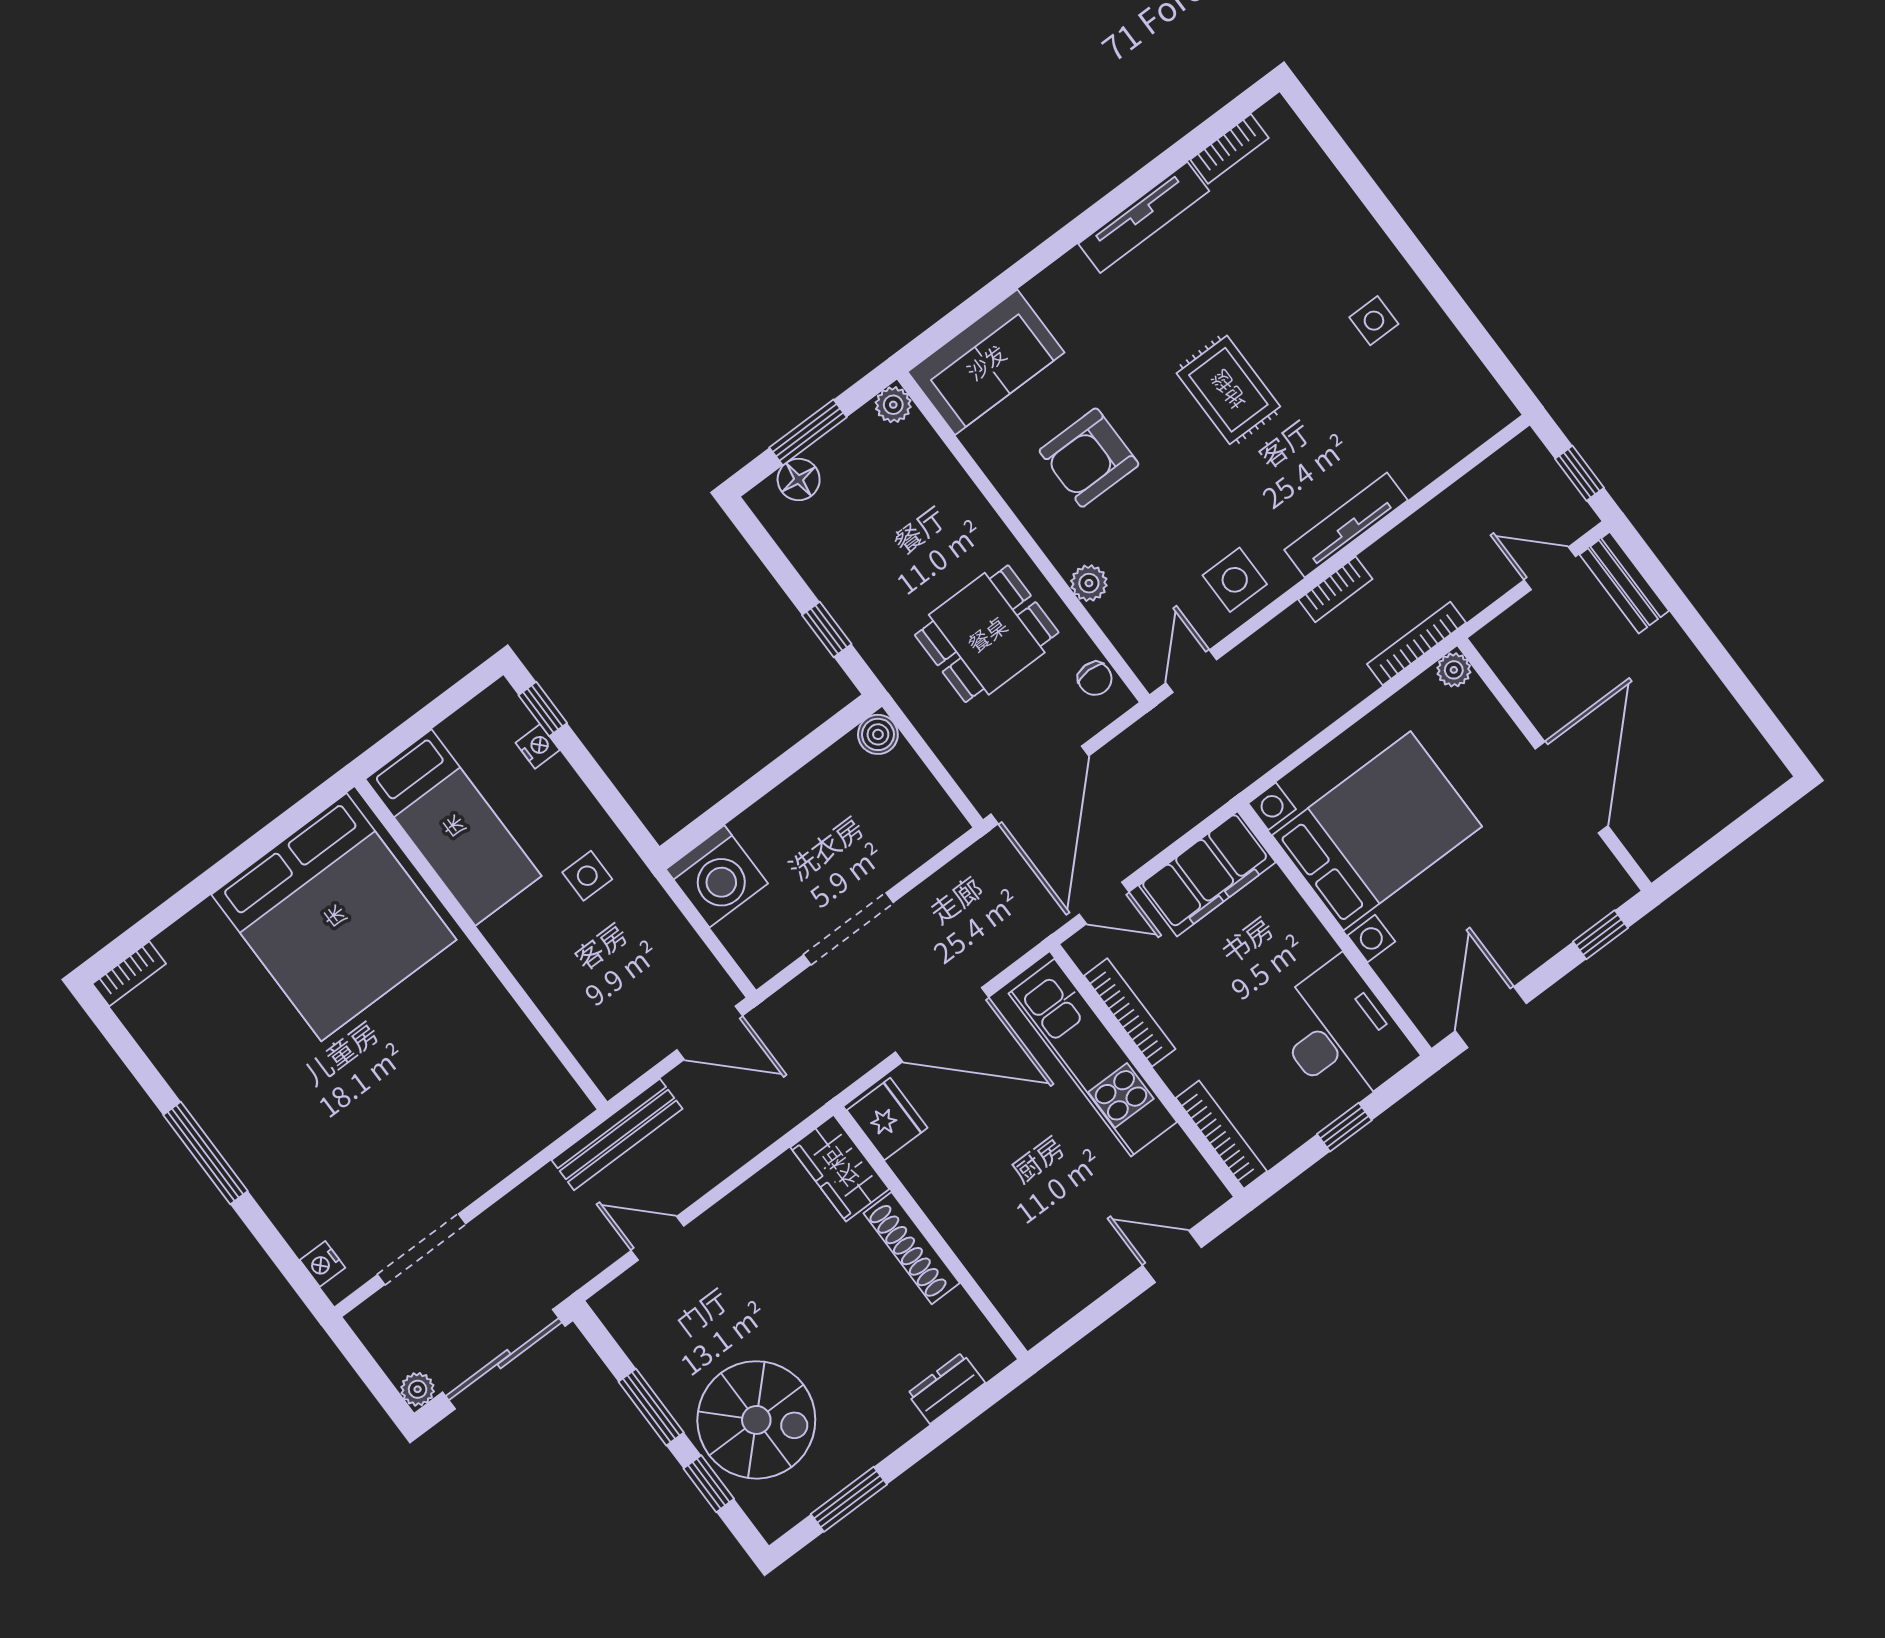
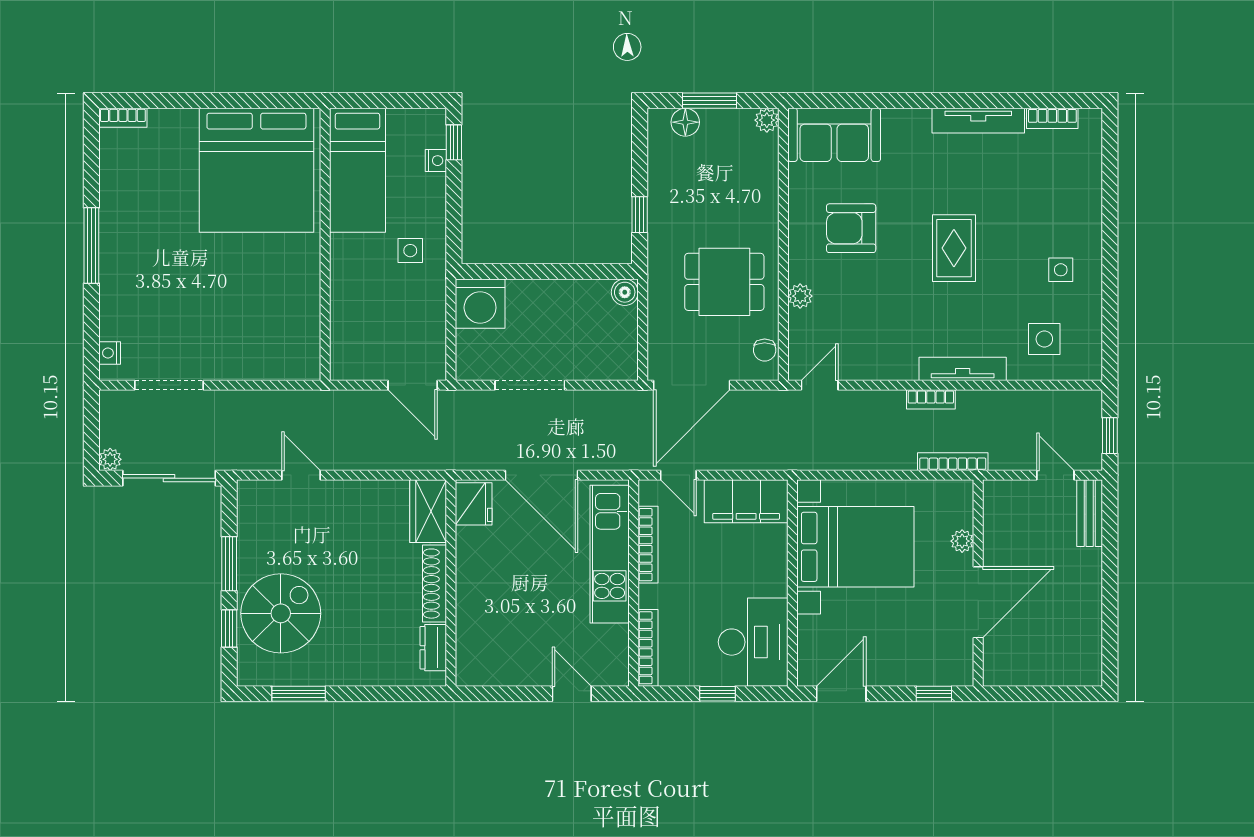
side table: (1235, 580) -> (1044, 339), moved
plant: (1454, 670) -> (962, 541), moved
bench: (617, 1134) -> (321, 402), removed
dresser: (946, 1388) -> (433, 648), moved, turned -90
spiral stairs: (756, 1420) -> (281, 613), turned -90

